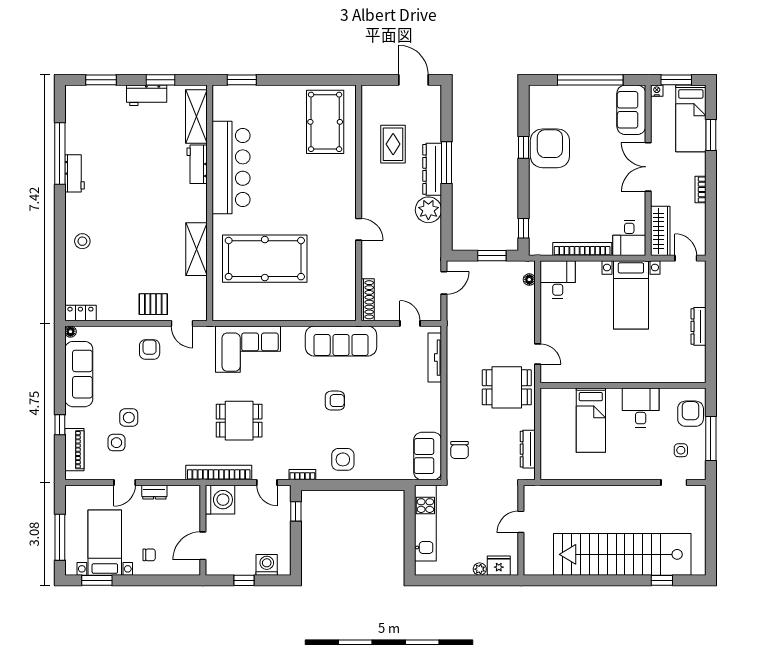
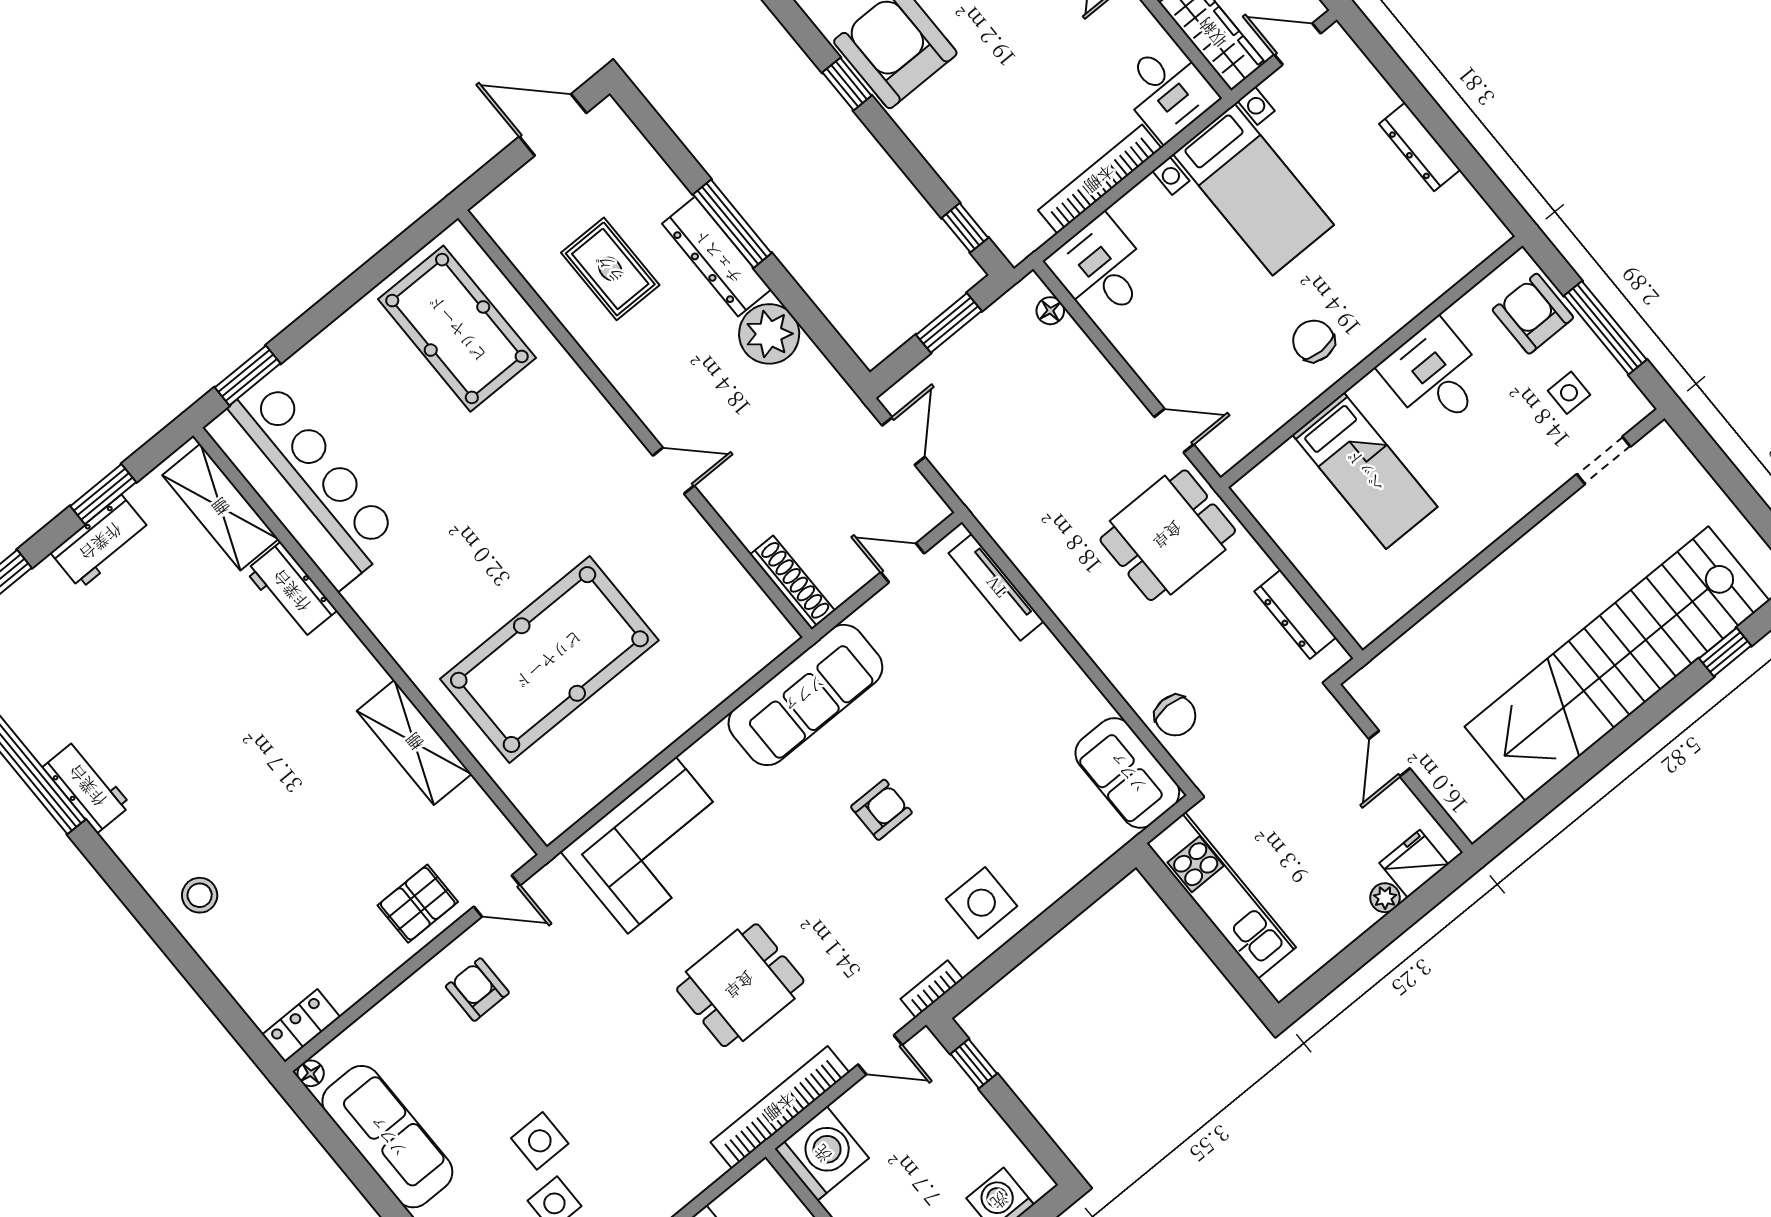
bar counter: (231, 168) -> (304, 483), moved
chair: (609, 362) -> (1314, 341), added

